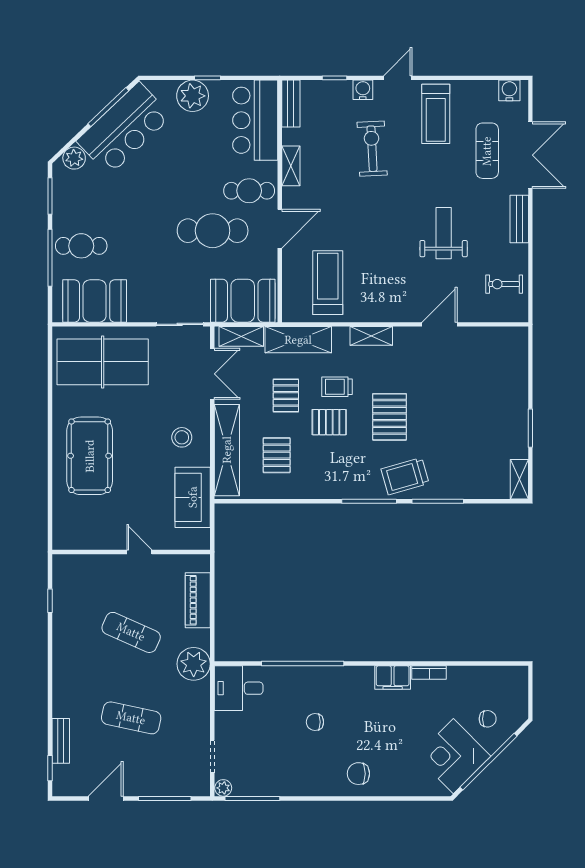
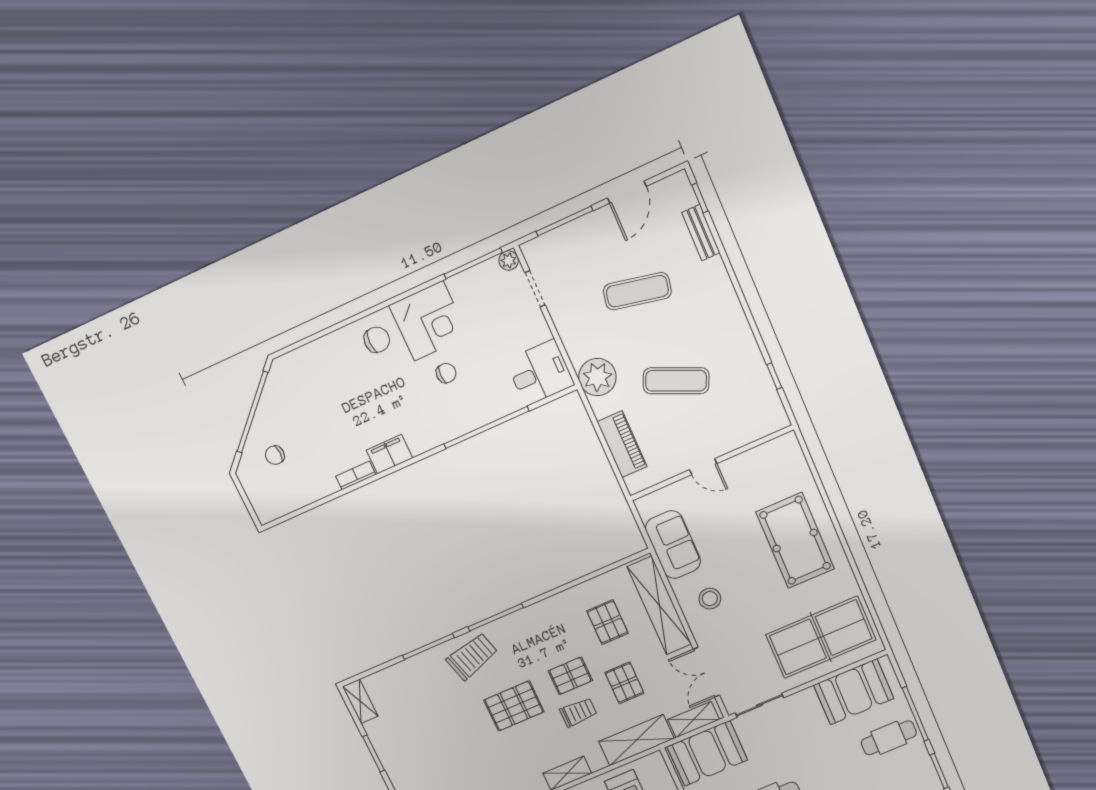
pallet: (390, 417) -> (514, 706), turned 90
corner desk: (453, 756) -> (429, 321), moved, turned 45

